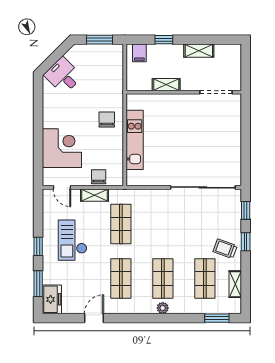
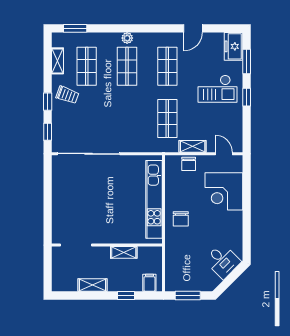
kitchen unit: (135, 140) -> (154, 199), width x1.36
checkout: (73, 240) -> (217, 89), moved, turned 90

